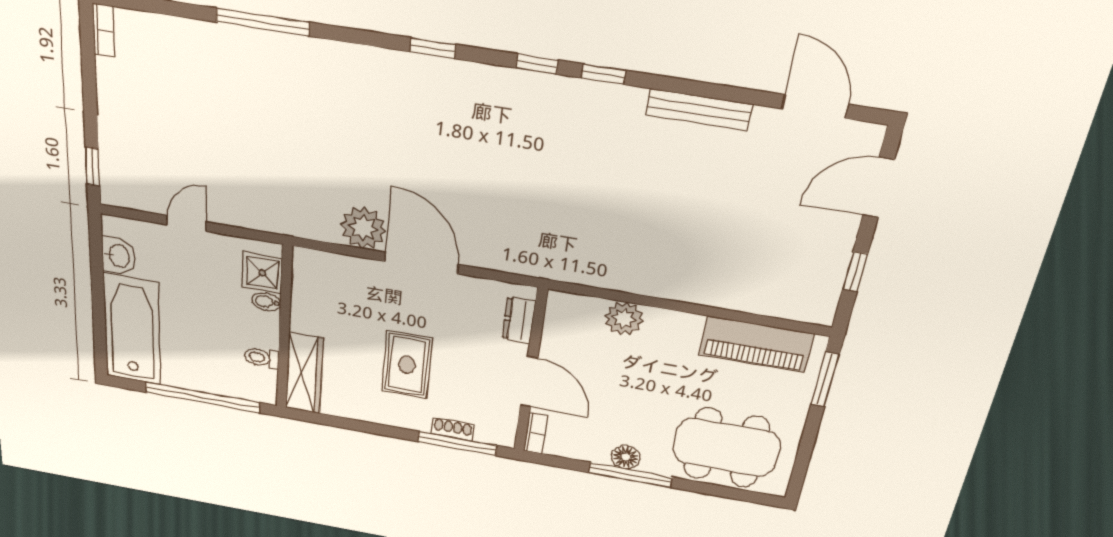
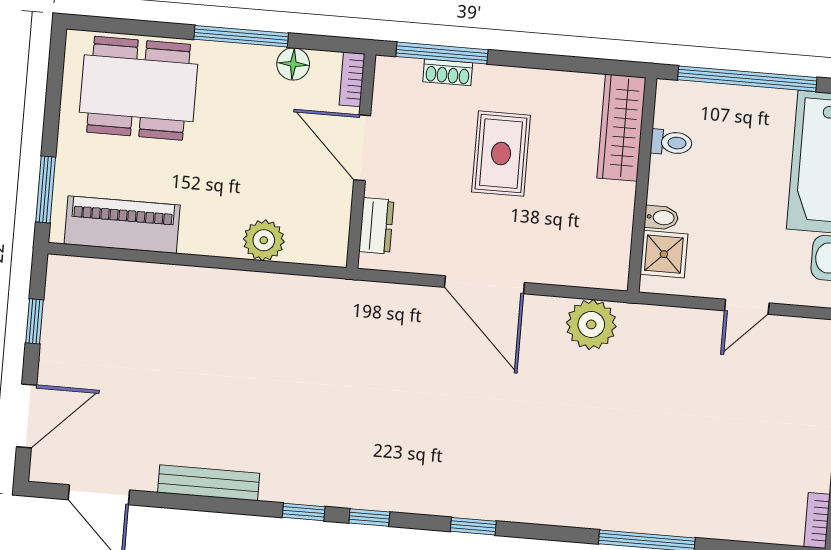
plant: (363, 228) -> (591, 324), moved
floor lamp: (626, 457) -> (293, 64), moved

